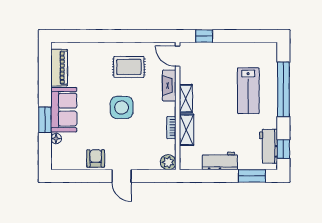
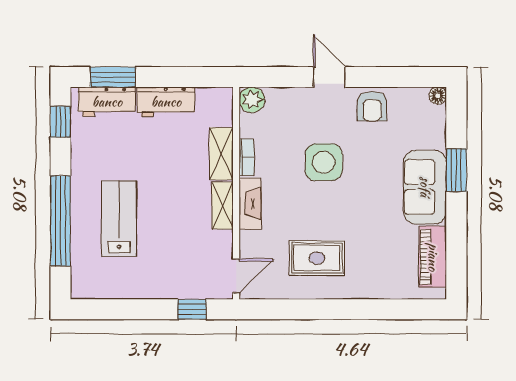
door: (178, 56) -> (236, 276), hinge flipped
fireplace: (169, 86) -> (250, 204), moved
side table: (122, 107) -> (324, 162), moved
floor lamp: (56, 139) -> (438, 96), moved
workbench: (269, 146) -> (107, 102), moved, turned 90

